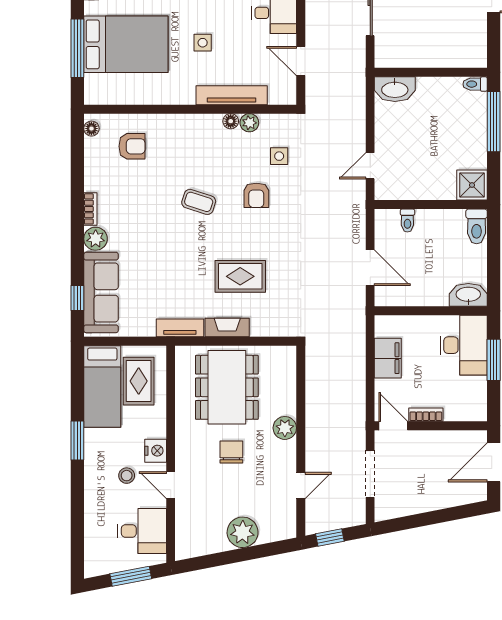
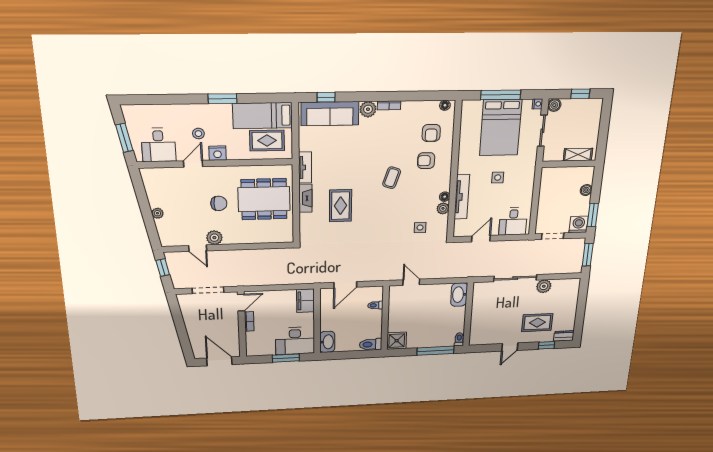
armchair: (256, 195) -> (426, 161), moved
filing cabinet: (388, 358) -> (305, 301), moved, turned 90
plant: (285, 428) -> (214, 238), moved
plant: (243, 532) -> (157, 213), width x0.53, depth x0.53

